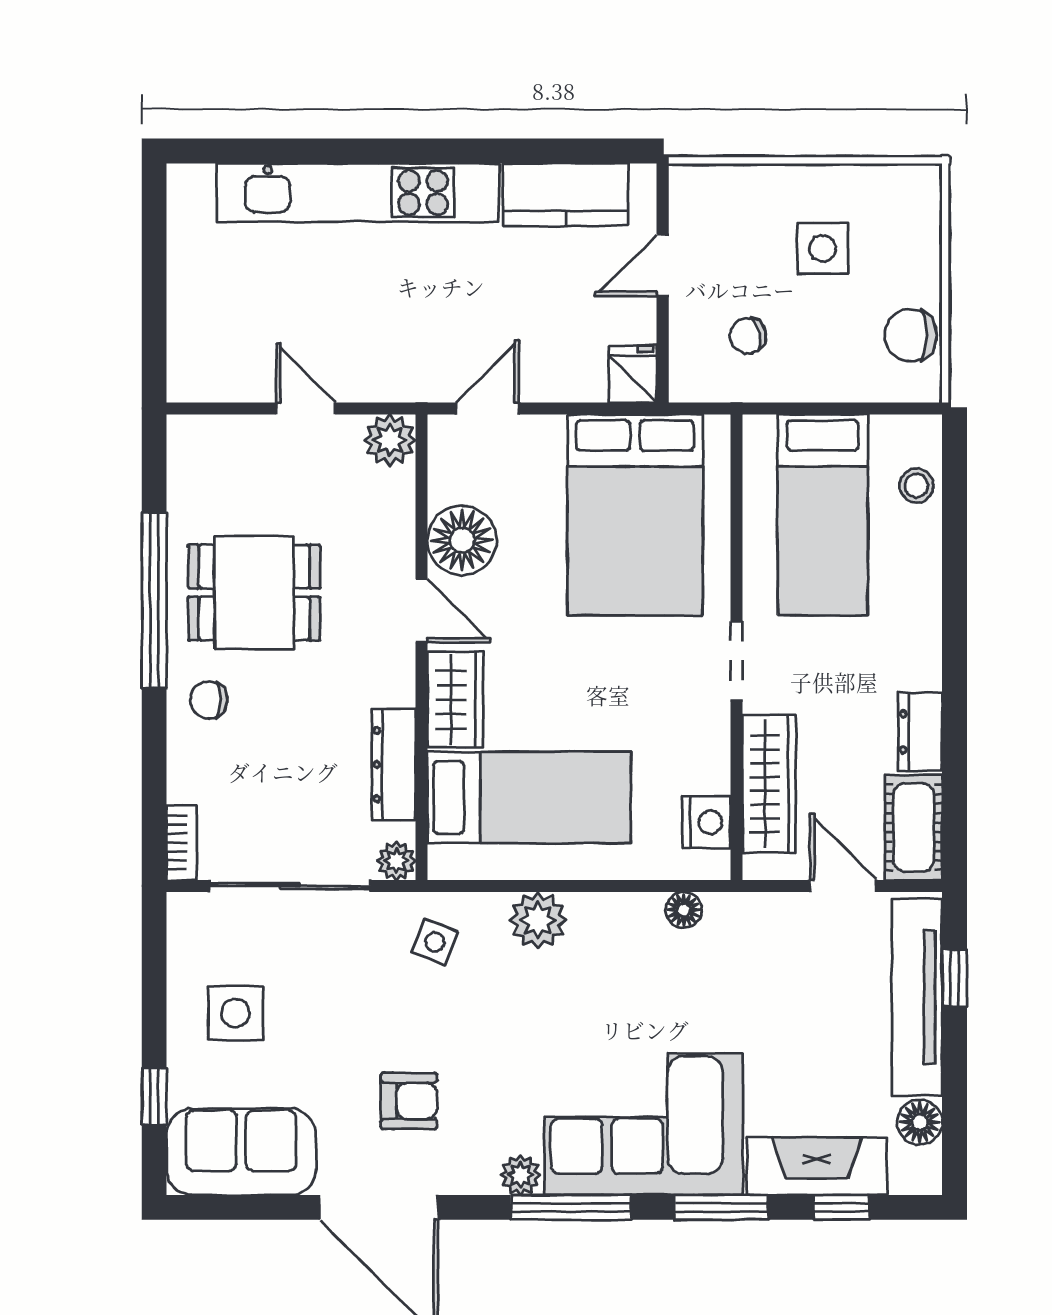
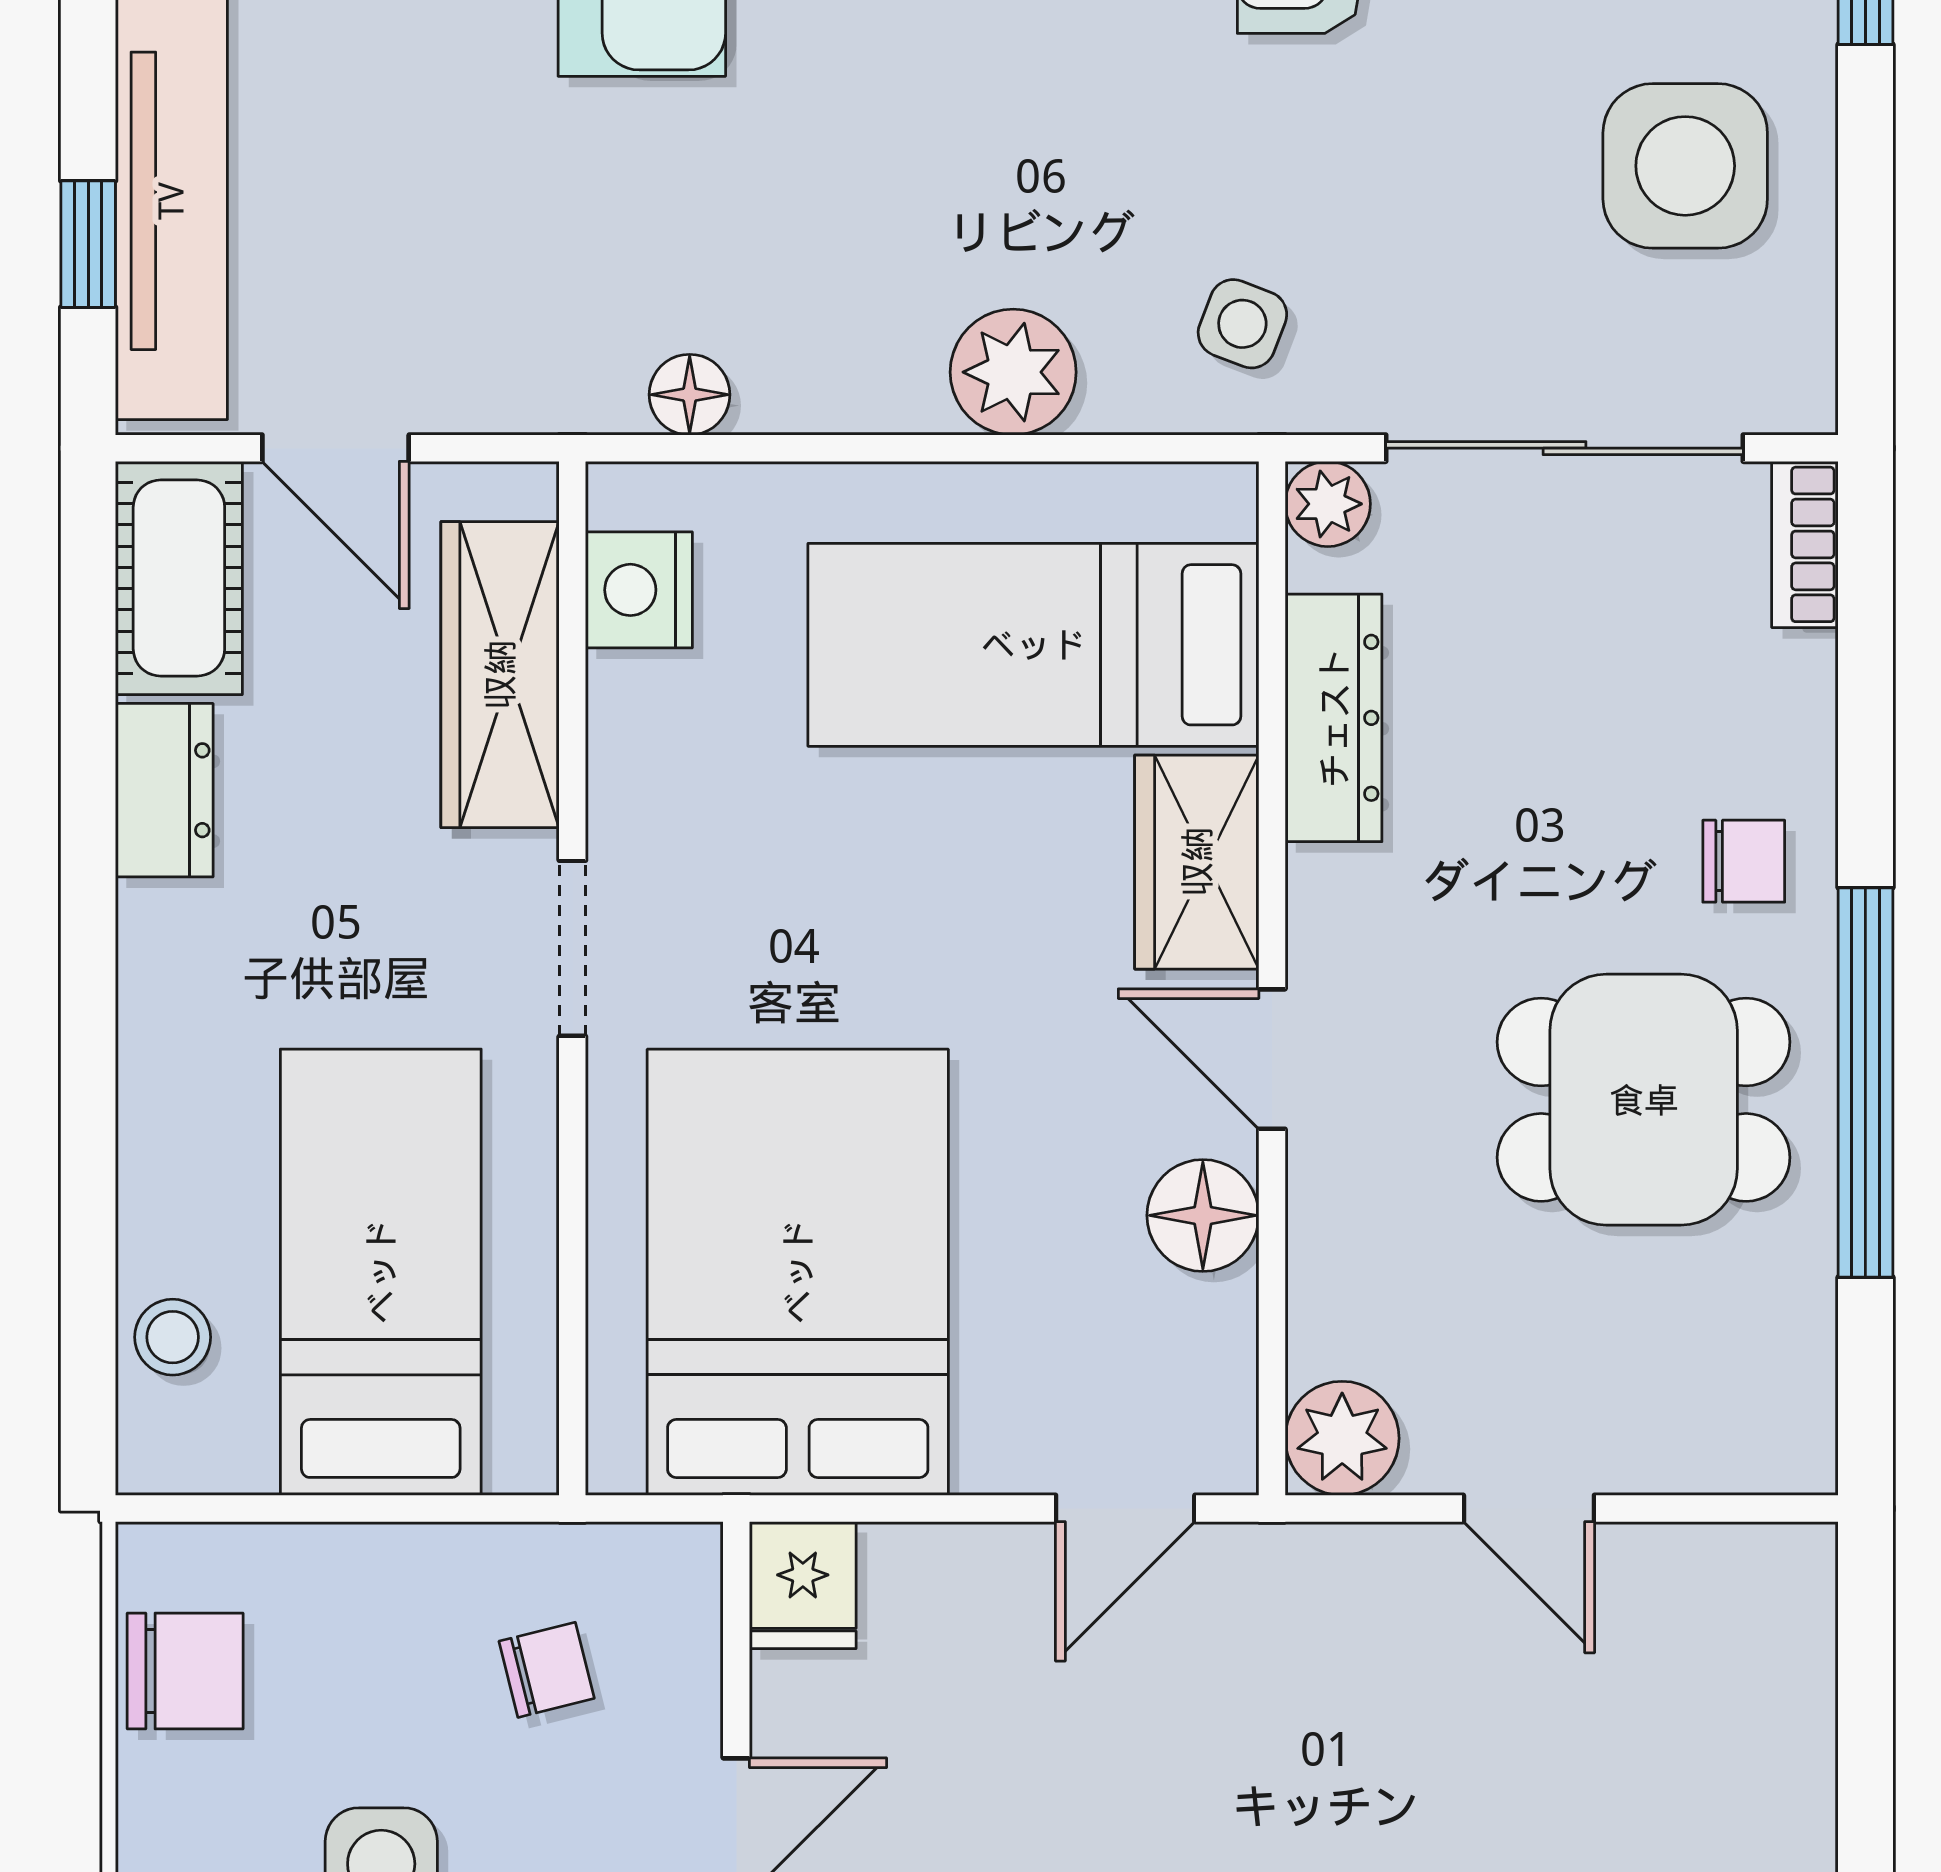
floor lamp: (462, 540) -> (1203, 1215), width x0.73, depth x0.73
side table: (235, 1013) -> (1685, 166), width x1.37, depth x1.37

